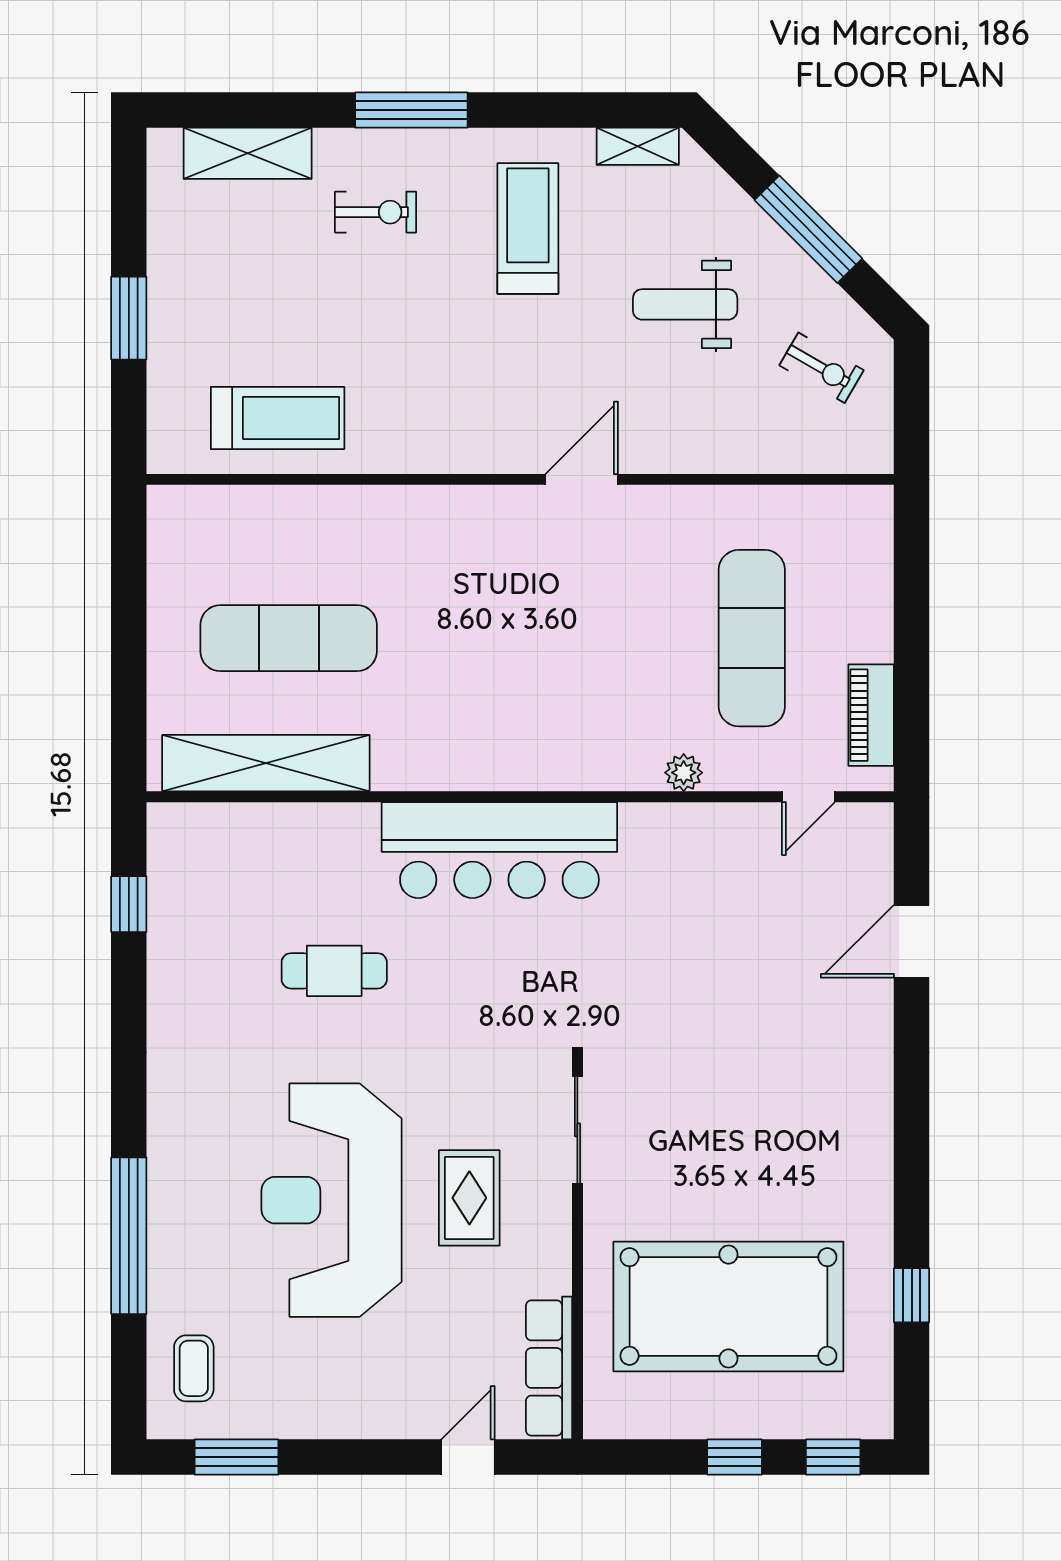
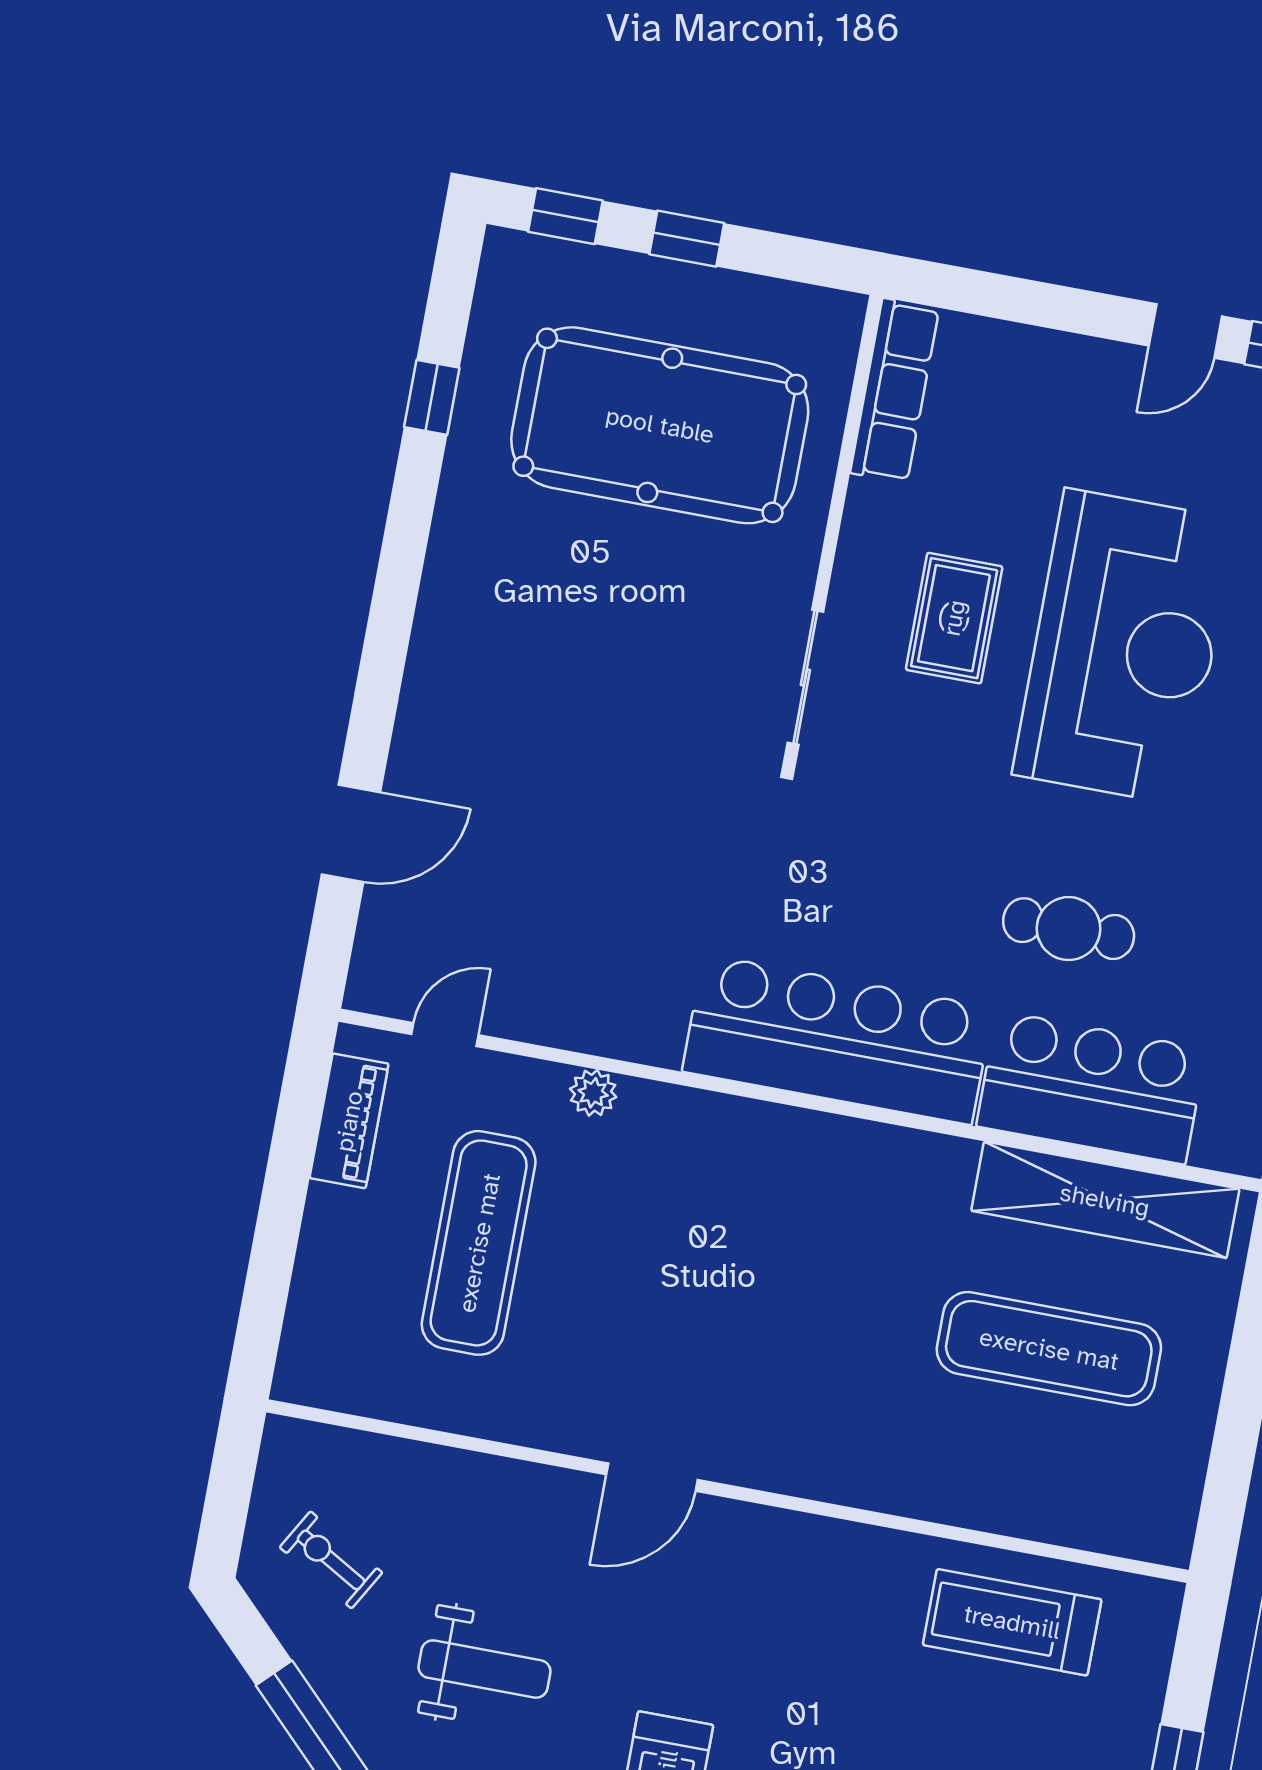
bar counter: (293, 849) -> (1091, 1088), added
door: (468, 1457) -> (1185, 331), moved

